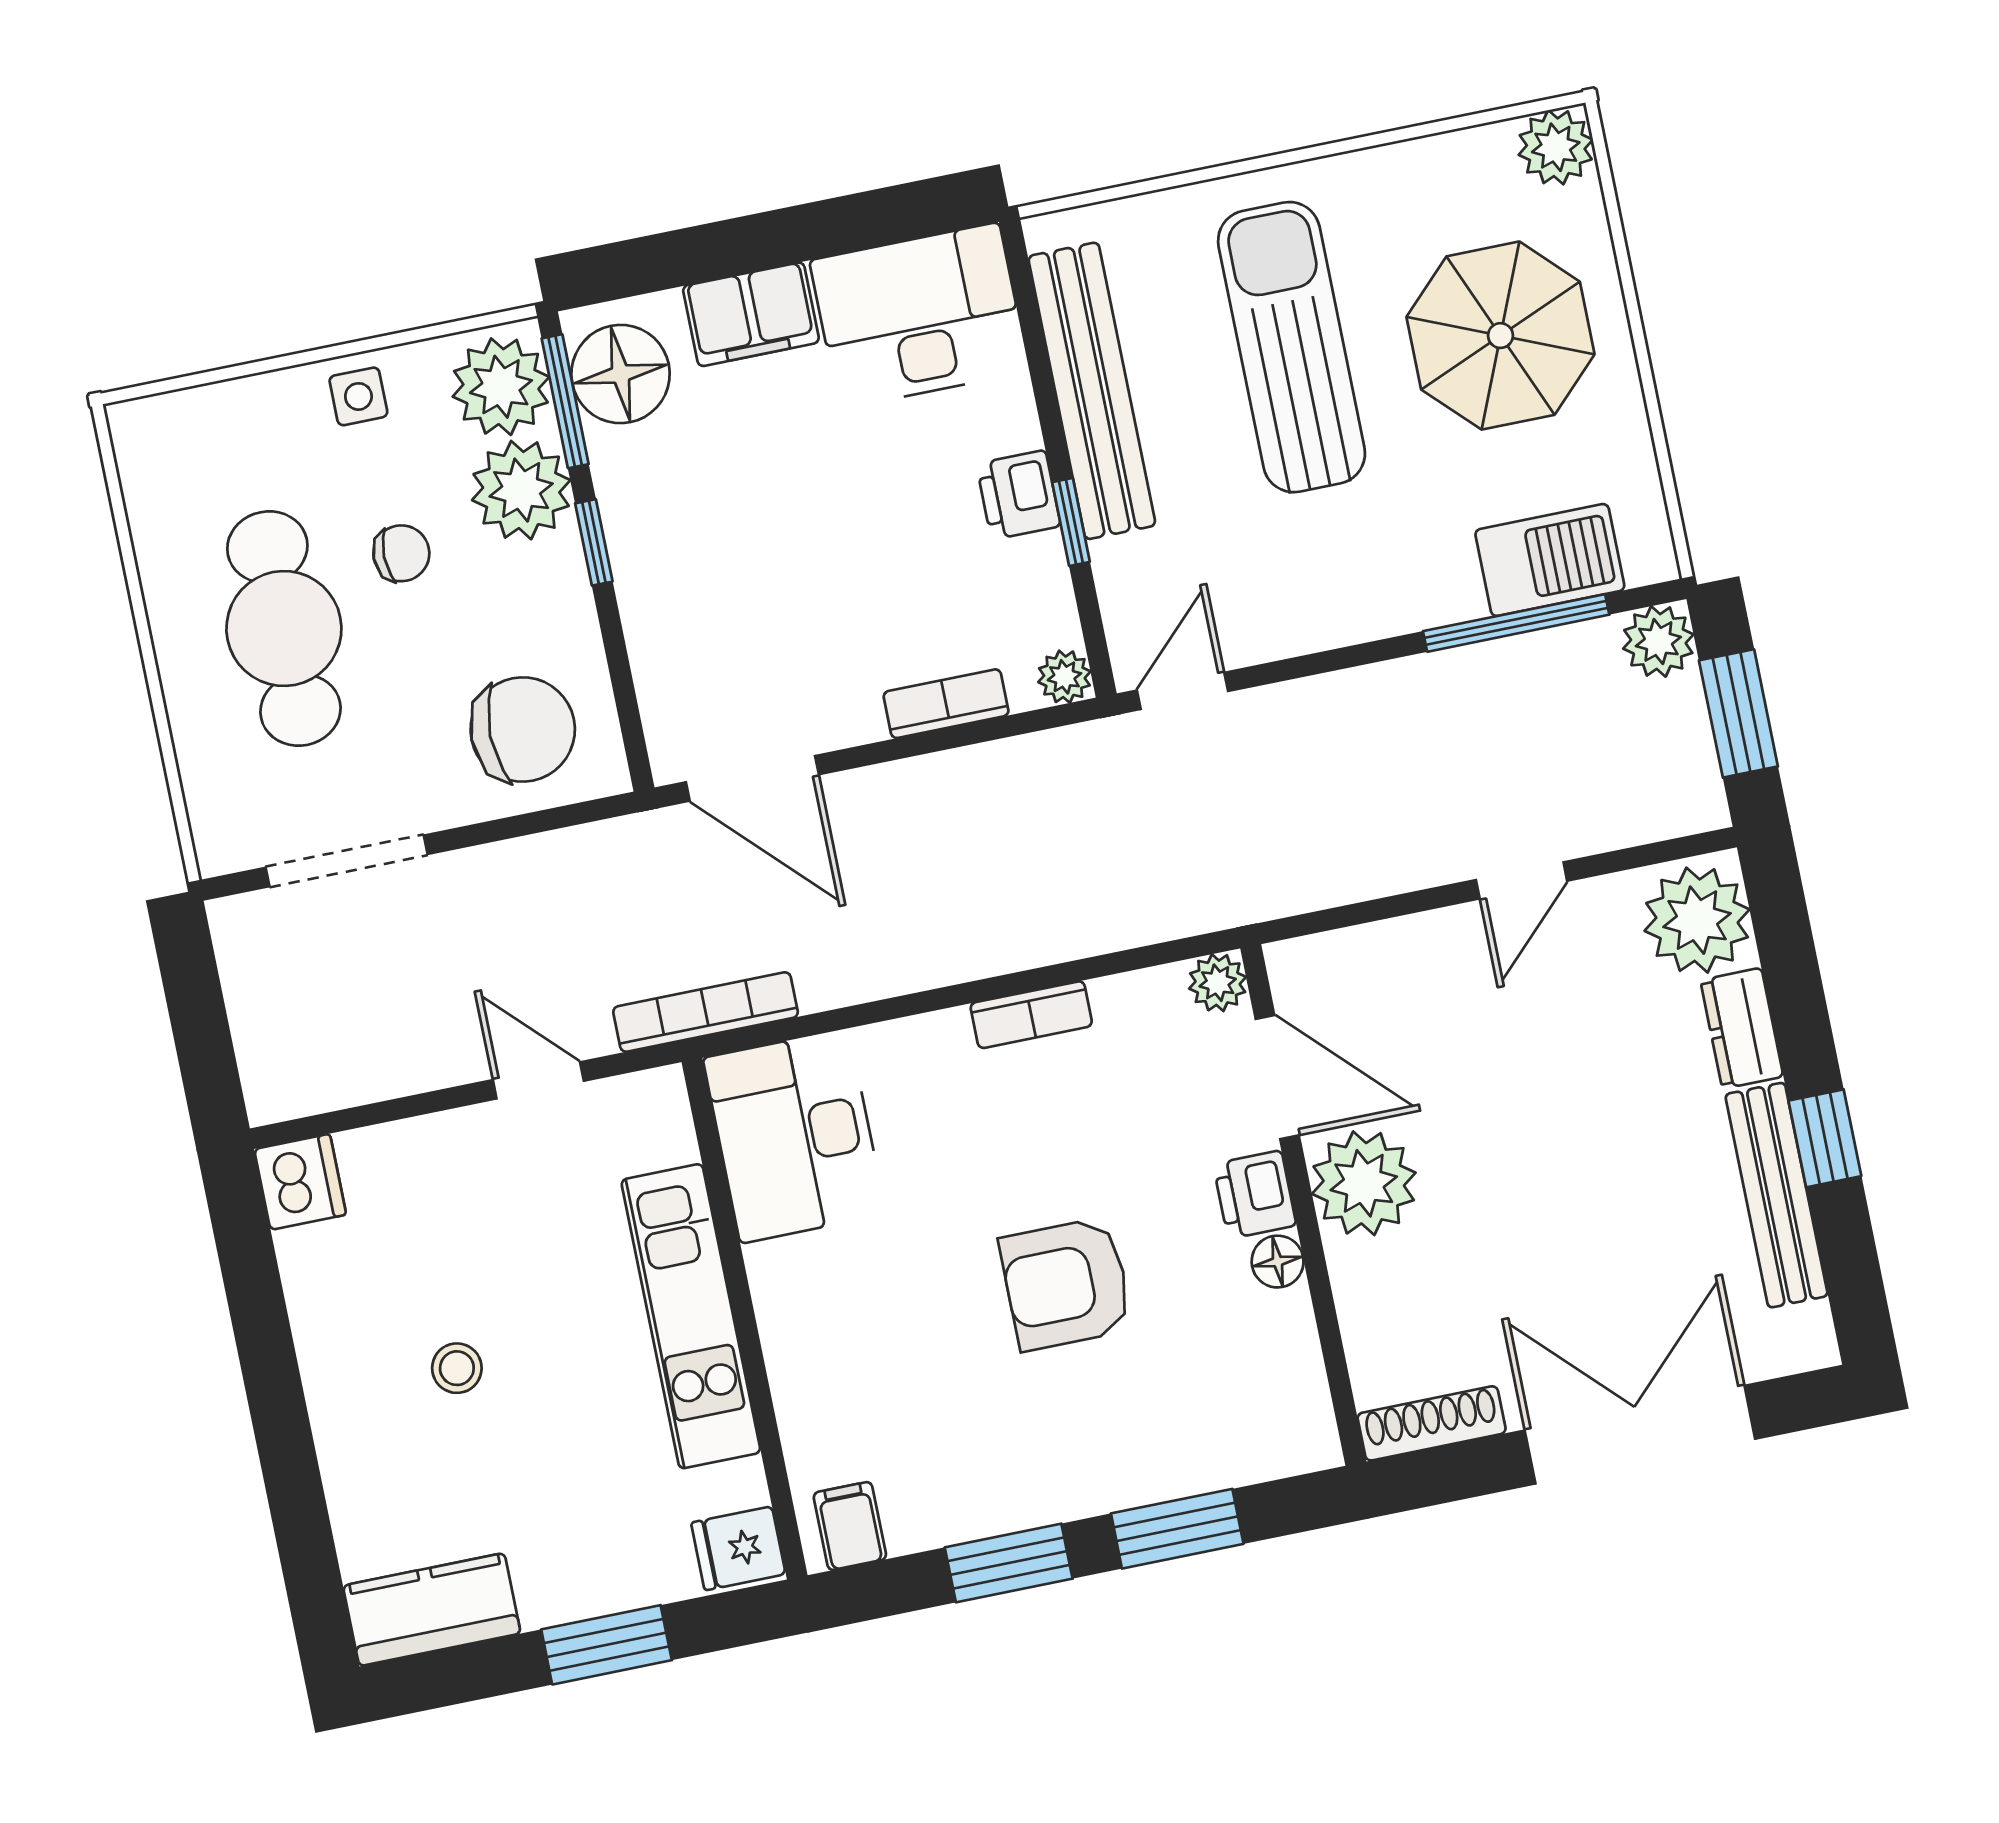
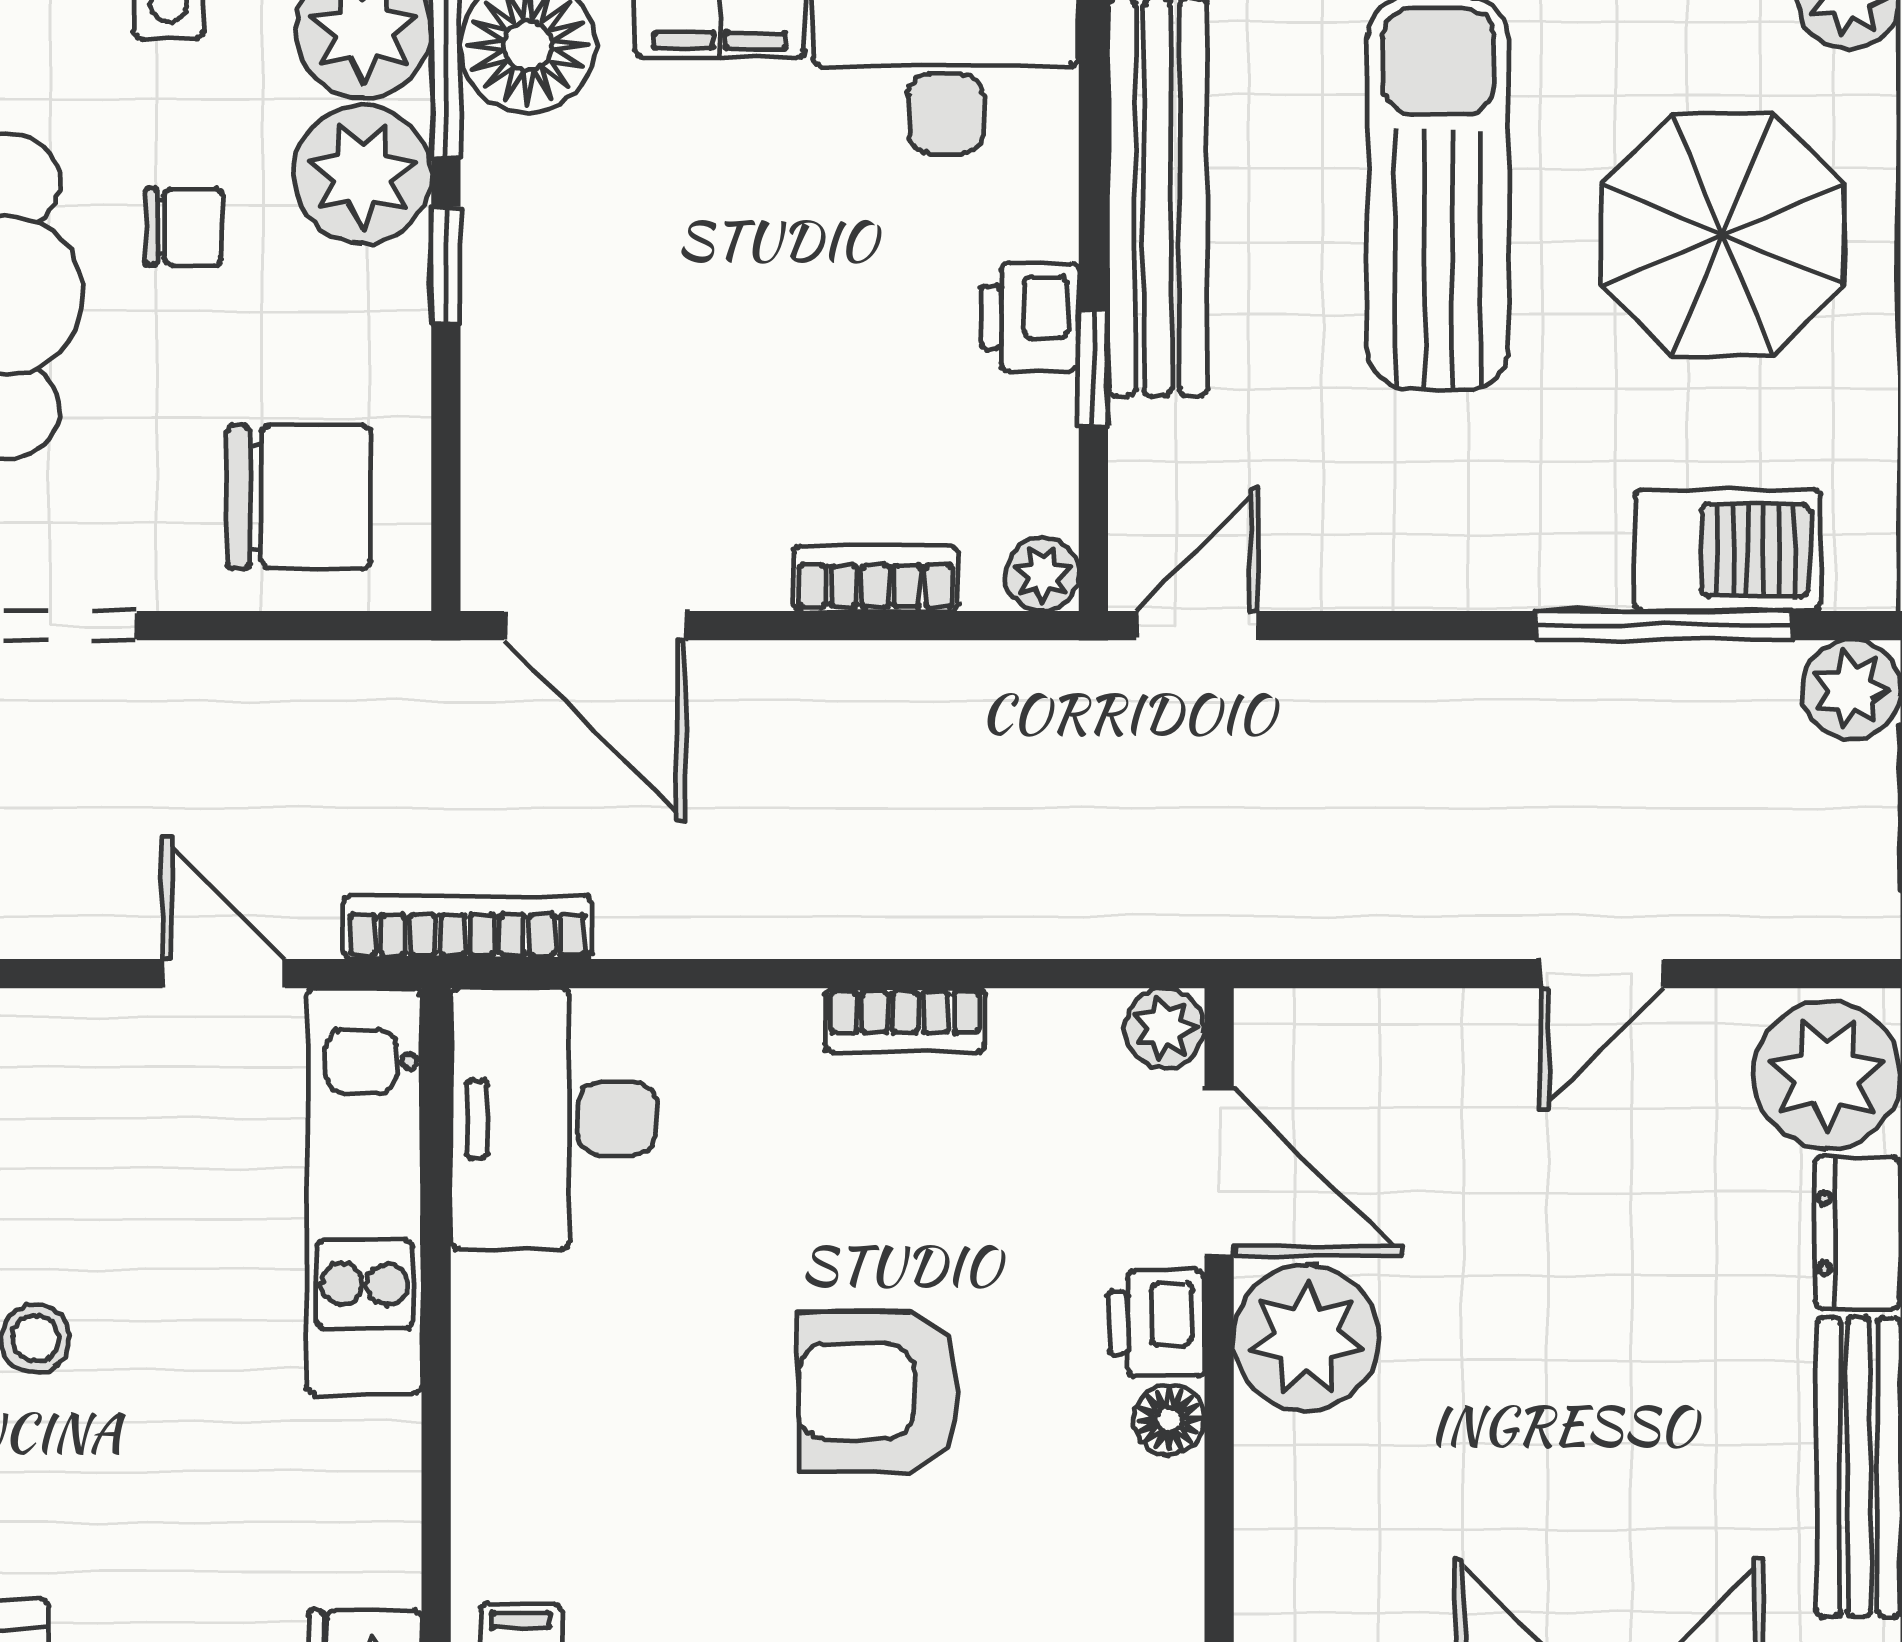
kitchen unit: (691, 1316) -> (364, 1191), moved

